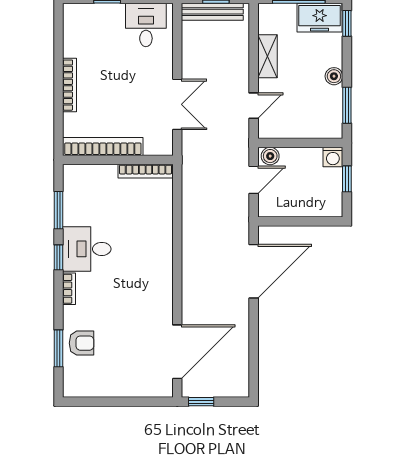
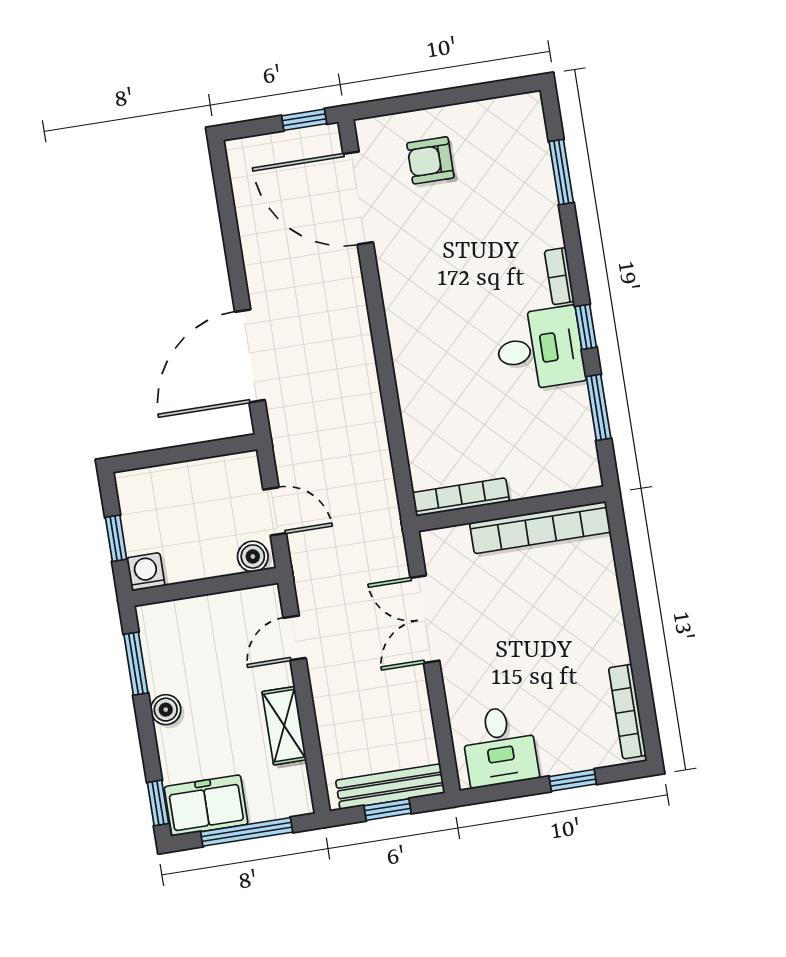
bookcase: (70, 85) -> (627, 712), moved
door: (254, 180) -> (275, 511), swing flipped
armchair: (81, 343) -> (430, 160), moved
door: (177, 352) -> (358, 198), hinge flipped

